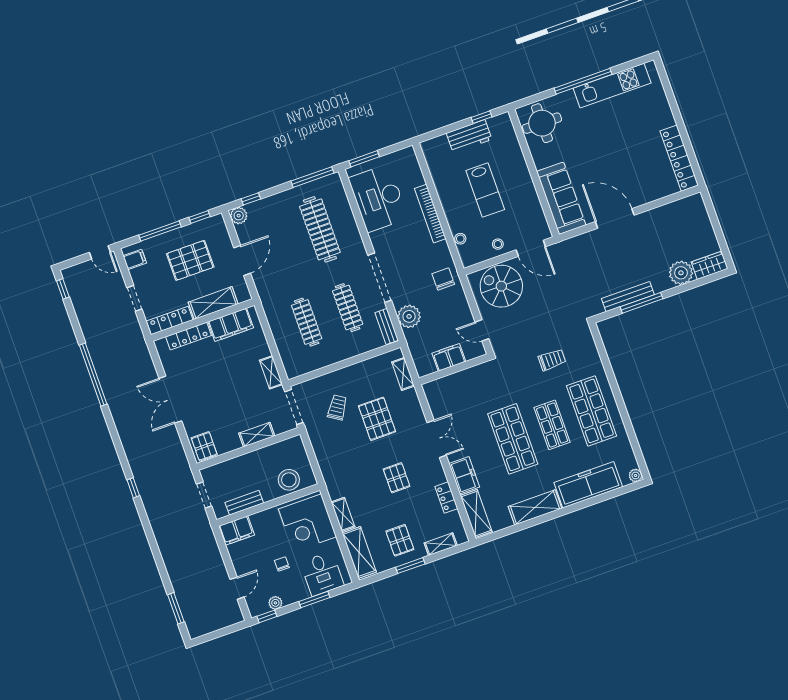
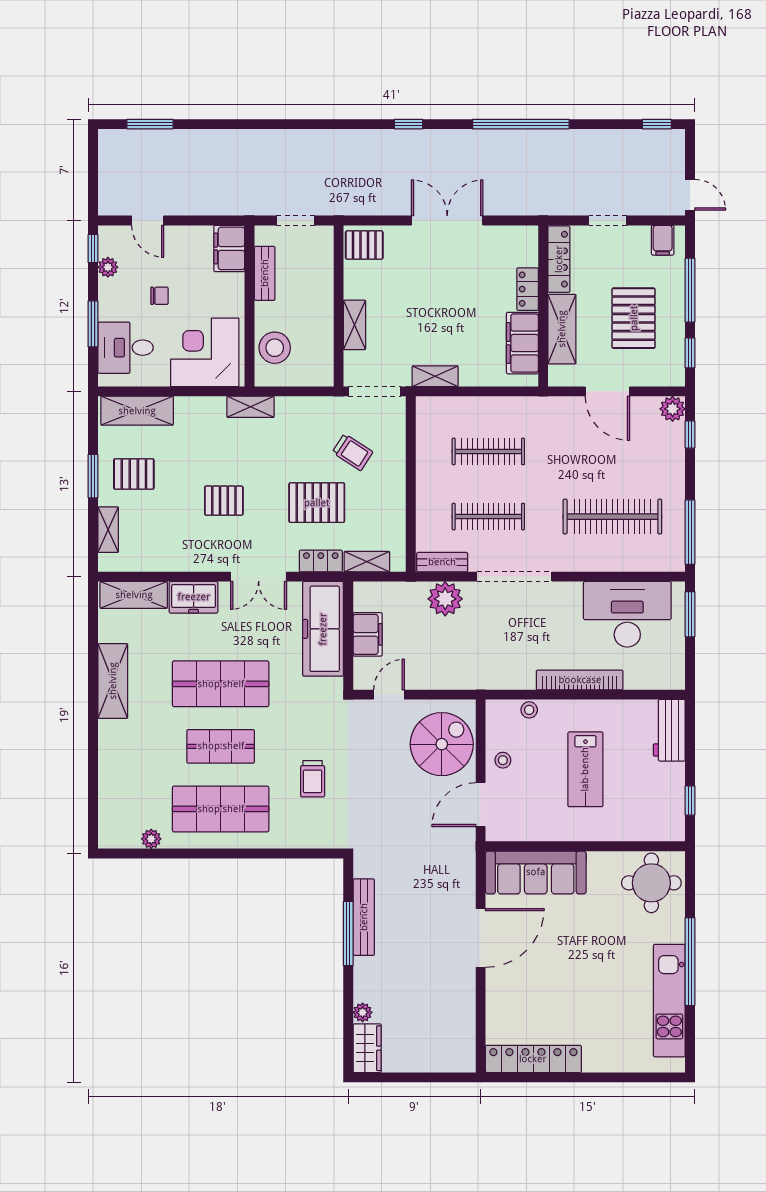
workbench: (469, 136) -> (669, 730), moved
lab bench: (485, 190) -> (585, 769), turned -90
door: (100, 252) -> (690, 195), swing flipped
plant: (681, 273) -> (363, 1012), width x0.53, depth x0.53
chair: (443, 279) -> (481, 666), removed
locker: (188, 336) -> (528, 289), width x0.66
plant: (636, 475) -> (151, 839), moved
freezer: (588, 485) -> (323, 629), moved, turned 180
window: (133, 488) -> (409, 124), moved
locker: (446, 498) -> (321, 561), moved
shelving: (343, 514) -> (250, 407), moved

